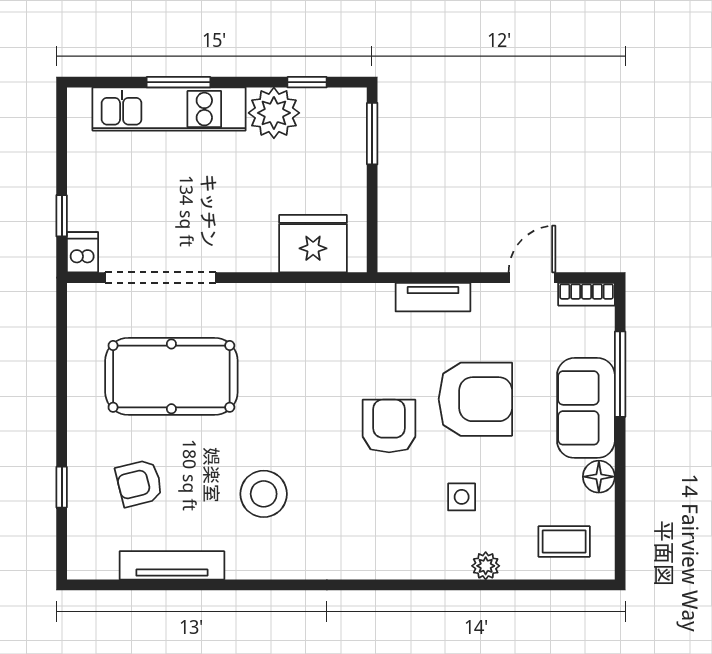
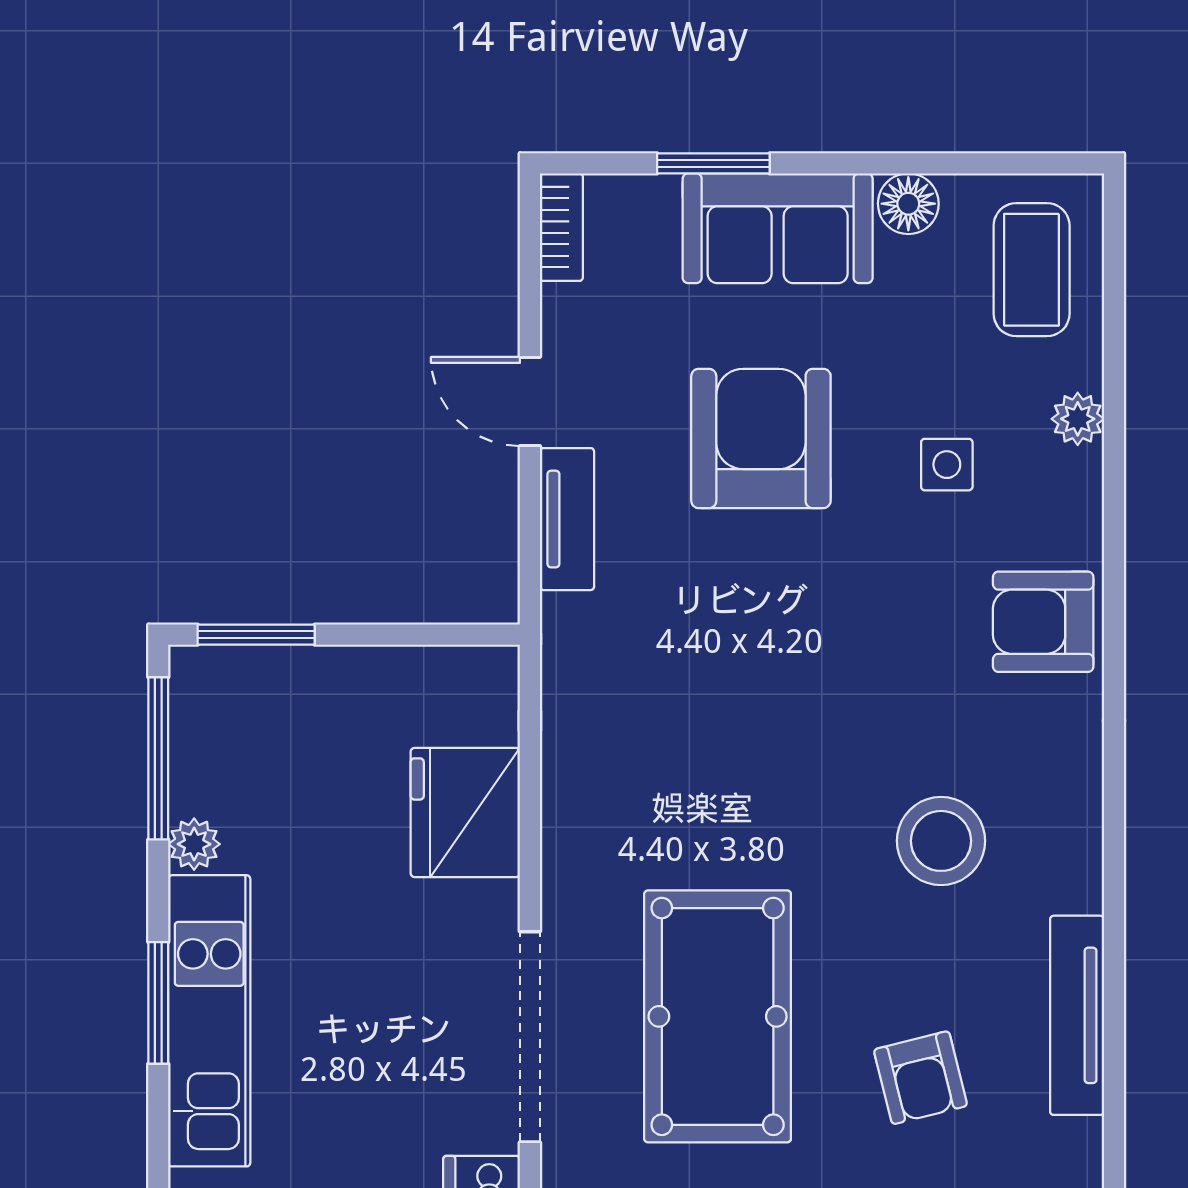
window: (307, 82) -> (158, 758), width x2.17
plant: (274, 113) -> (194, 844), width x0.53, depth x0.53
fridge: (313, 244) -> (465, 812), moved
door: (532, 278) -> (530, 401), moved
window: (620, 374) -> (713, 163), width x0.69
armchair: (389, 426) -> (1043, 622), moved
coffee table: (564, 542) -> (1032, 270), width x1.36, depth x1.30

